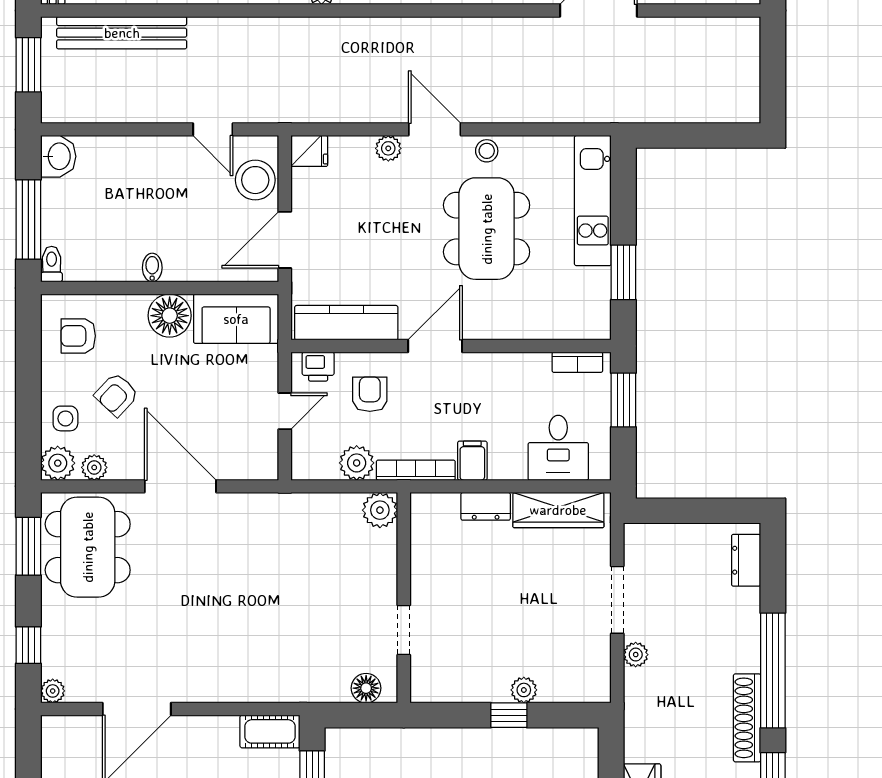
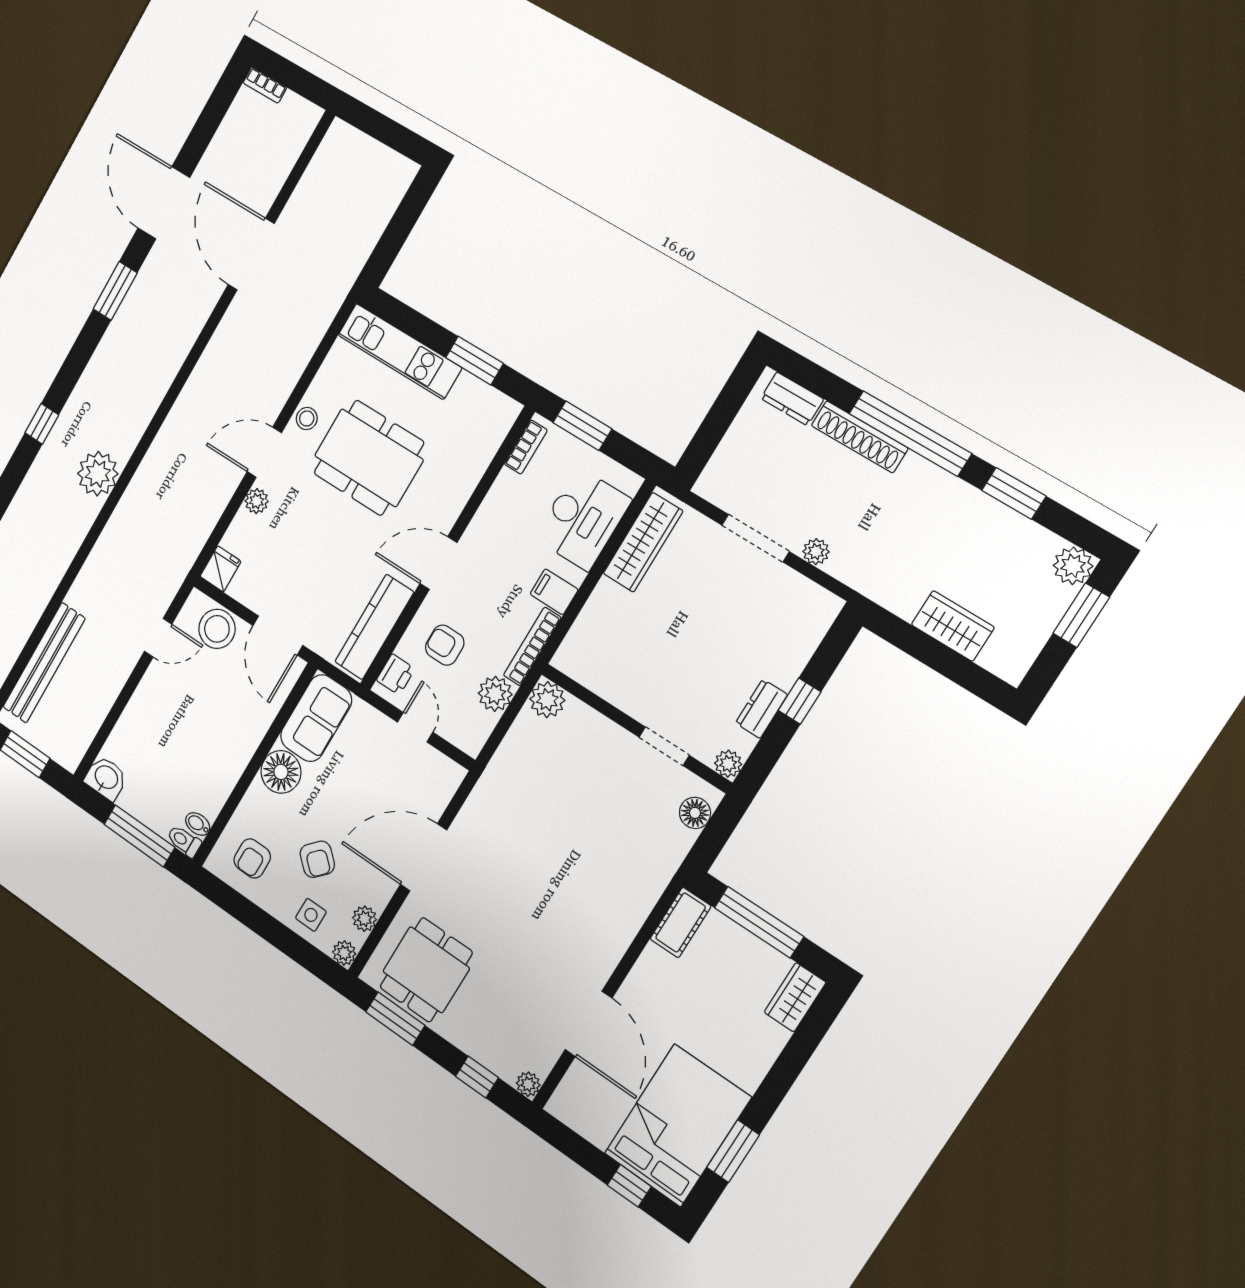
bidet: (152, 268) -> (198, 824), moved
door: (435, 346) -> (438, 563), hinge flipped
desk: (558, 448) -> (583, 519), width x1.37
plant: (58, 463) -> (344, 953), width x0.73, depth x0.73
dresser: (486, 506) -> (761, 709), moved, turned 180
dining table: (88, 547) -> (426, 970), width x0.73
plant: (524, 690) -> (728, 764), moved
shoe rack: (747, 718) -> (860, 437), moved

